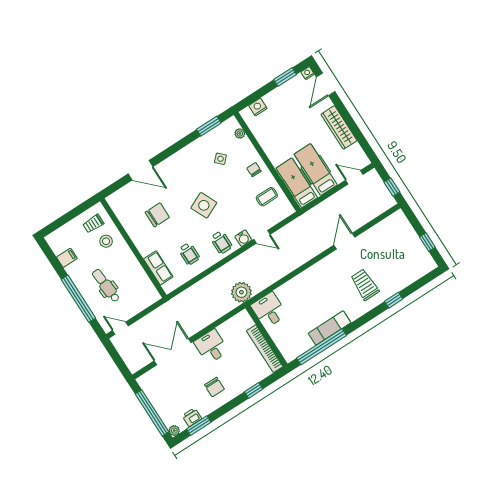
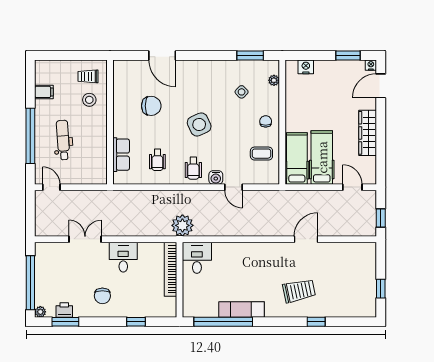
trolley: (365, 285) -> (299, 291), turned 78
bookcase: (265, 349) -> (170, 269), moved
double door: (173, 352) -> (85, 239), width x0.73

